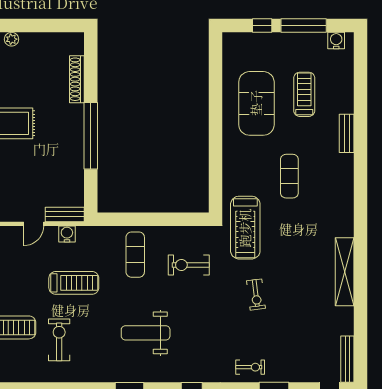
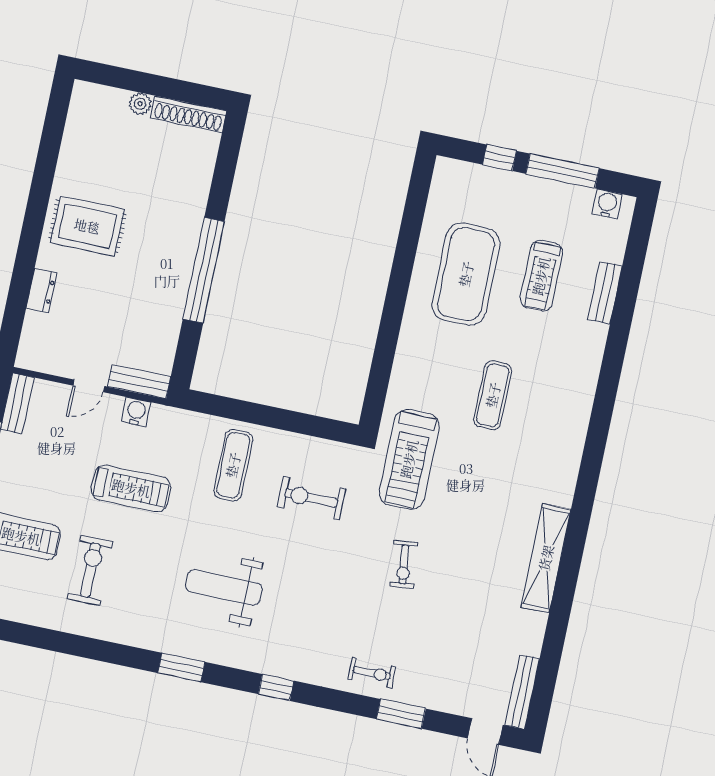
plant: (12, 39) -> (140, 104), moved
shoe rack: (77, 79) -> (189, 114), moved, turned -90
treadmill: (304, 94) -> (541, 276), turned 180
bench: (347, 133) -> (605, 293), moved

